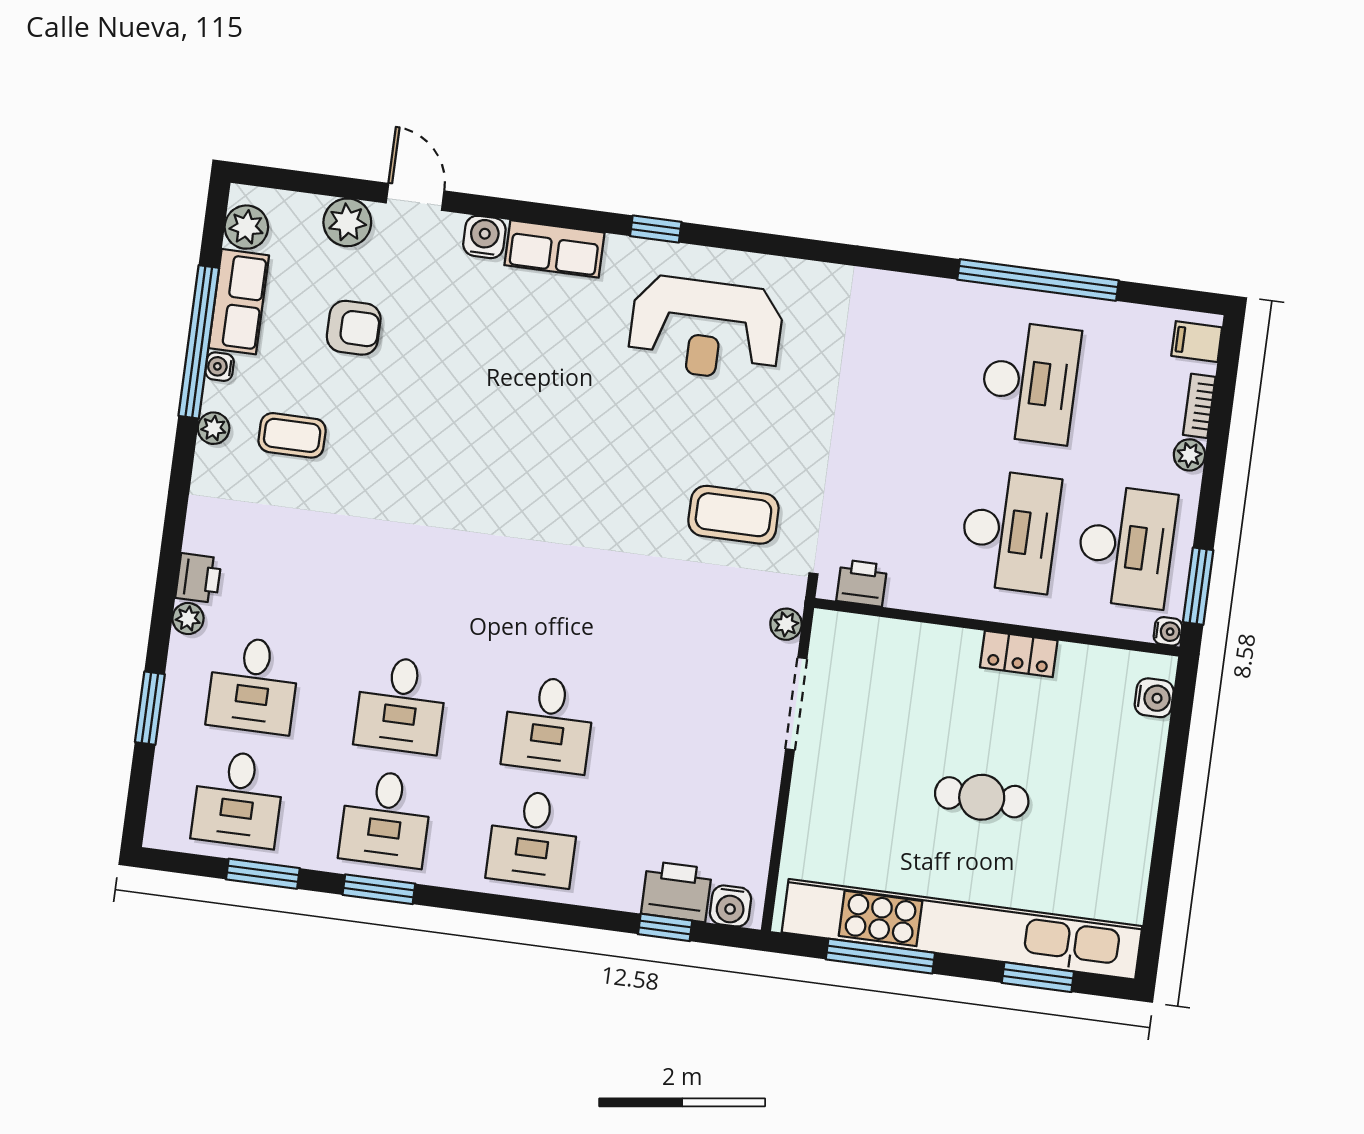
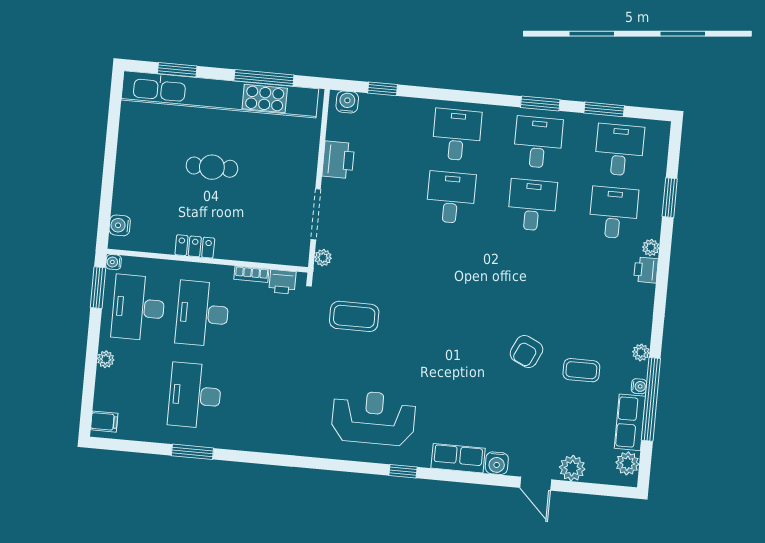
window: (1038, 280) -> (192, 452), width x0.47
armchair: (354, 328) -> (526, 351), moved, turned -65
bookcase: (1199, 406) -> (251, 274), moved, turned 90
coffee table: (292, 435) -> (581, 370), moved
printer: (677, 891) -> (338, 160), moved, turned -90

